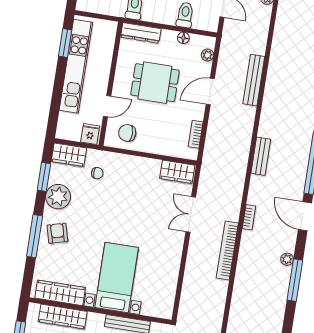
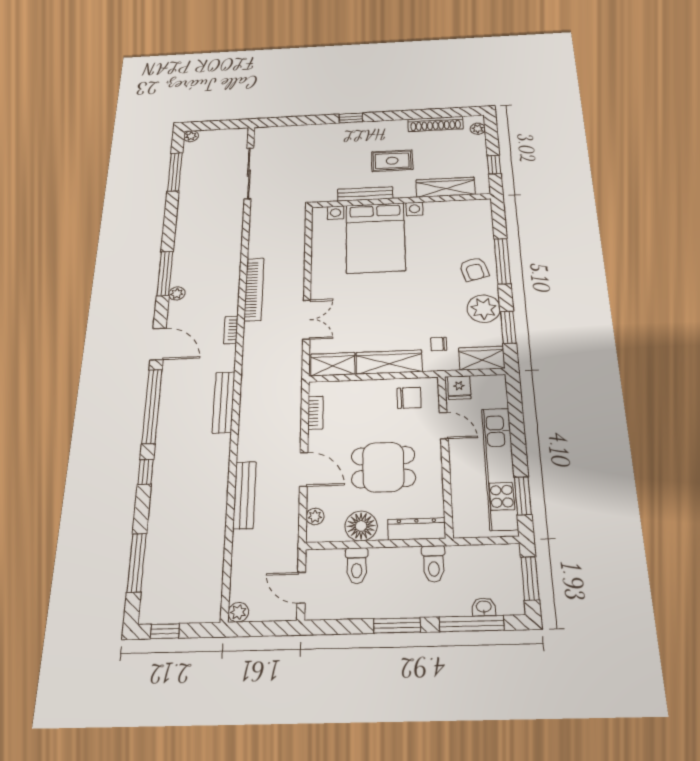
floor lamp: (183, 38) -> (361, 526), width x1.89, depth x1.89
door: (210, 92) -> (304, 469), hinge flipped
door: (107, 106) -> (444, 425), swing flipped
bench: (261, 156) -> (224, 402), width x1.36
bed with nightstands: (117, 278) -> (375, 238), width x1.36
wardrobe: (60, 293) -> (389, 362), moved, turned 180

